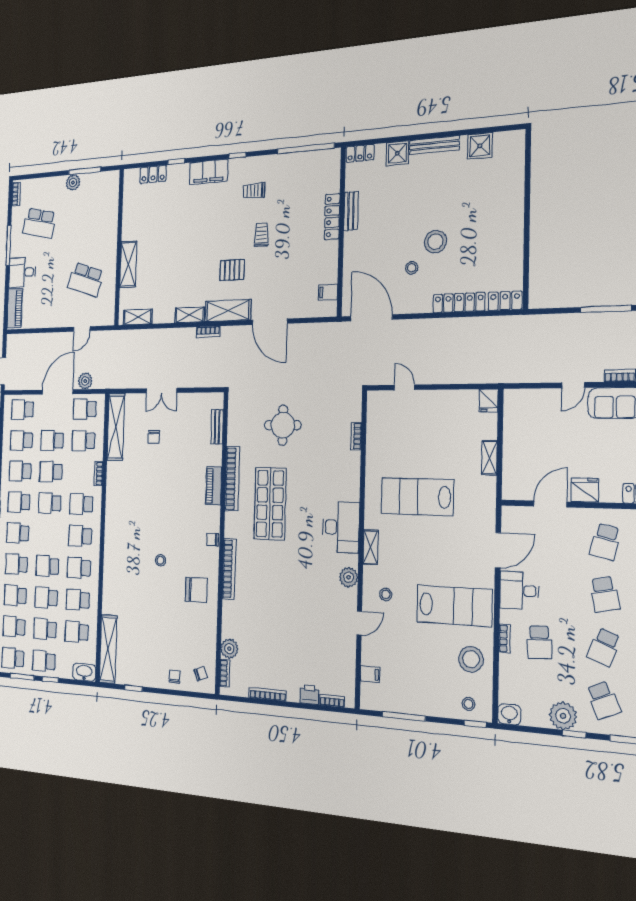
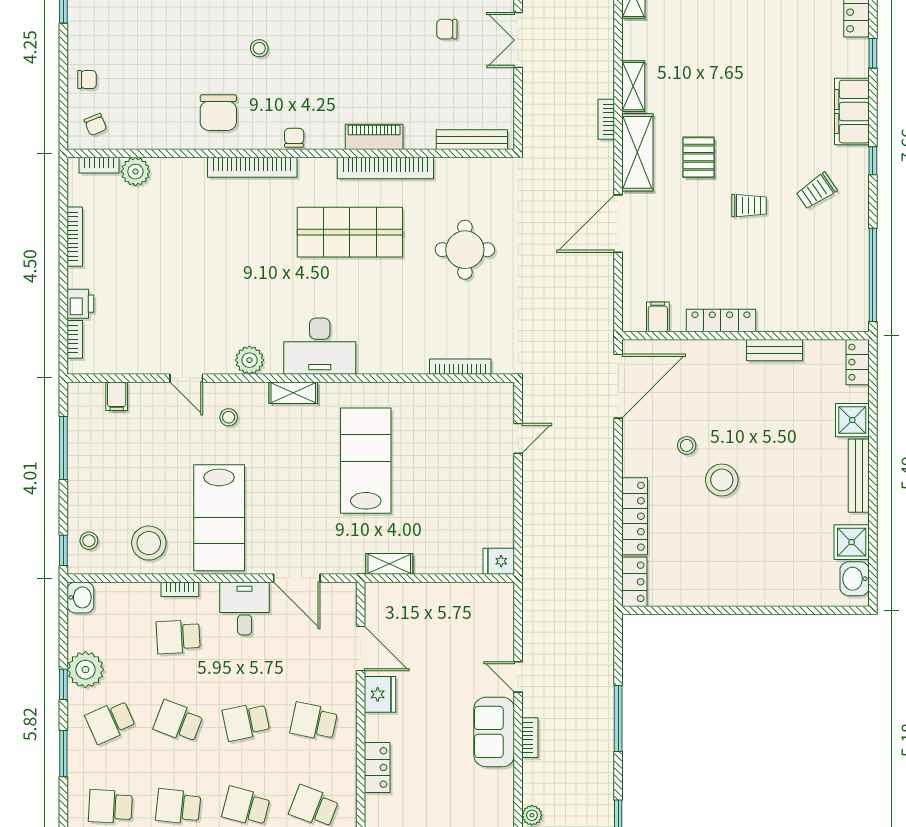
washbasin: (506, 141) -> (855, 579), added
trolley: (254, 191) -> (816, 191), turned -124
locker: (332, 217) -> (721, 321), moved
bench: (217, 427) -> (472, 140), width x1.36
bookcase: (356, 436) -> (460, 367), width x1.56
shelving: (489, 458) -> (389, 564), moved

